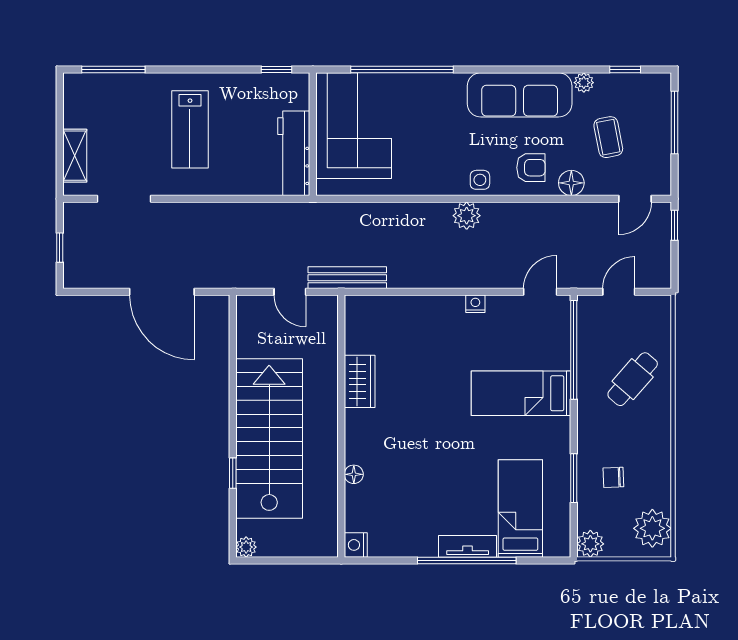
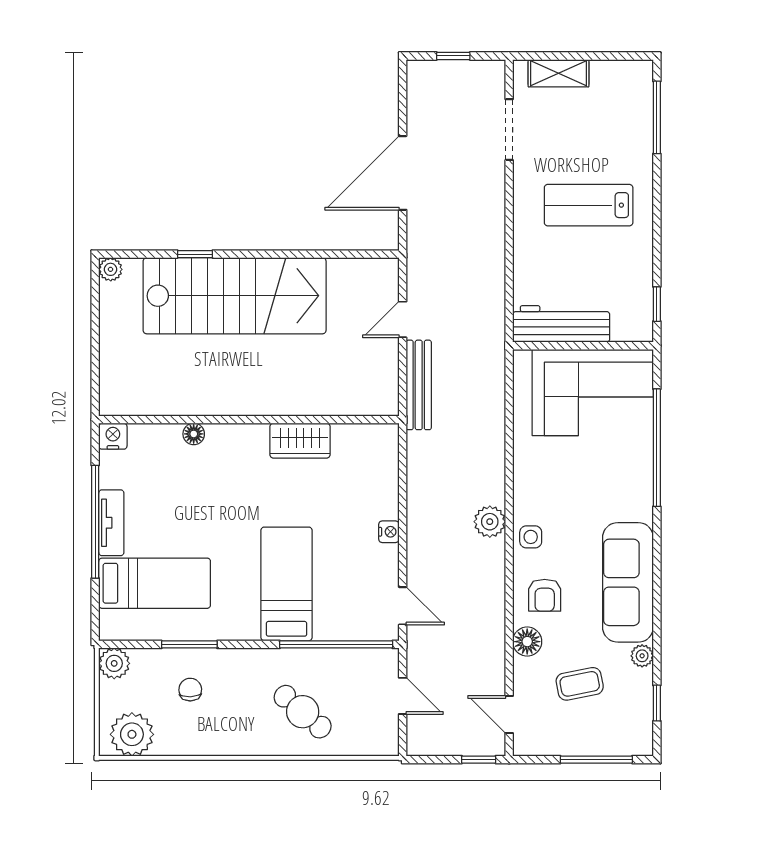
wardrobe: (360, 381) -> (300, 441), moved
wall: (341, 426) -> (249, 420), moved
floor lamp: (354, 474) -> (194, 434), moved
nightstand: (356, 545) -> (113, 436), moved

